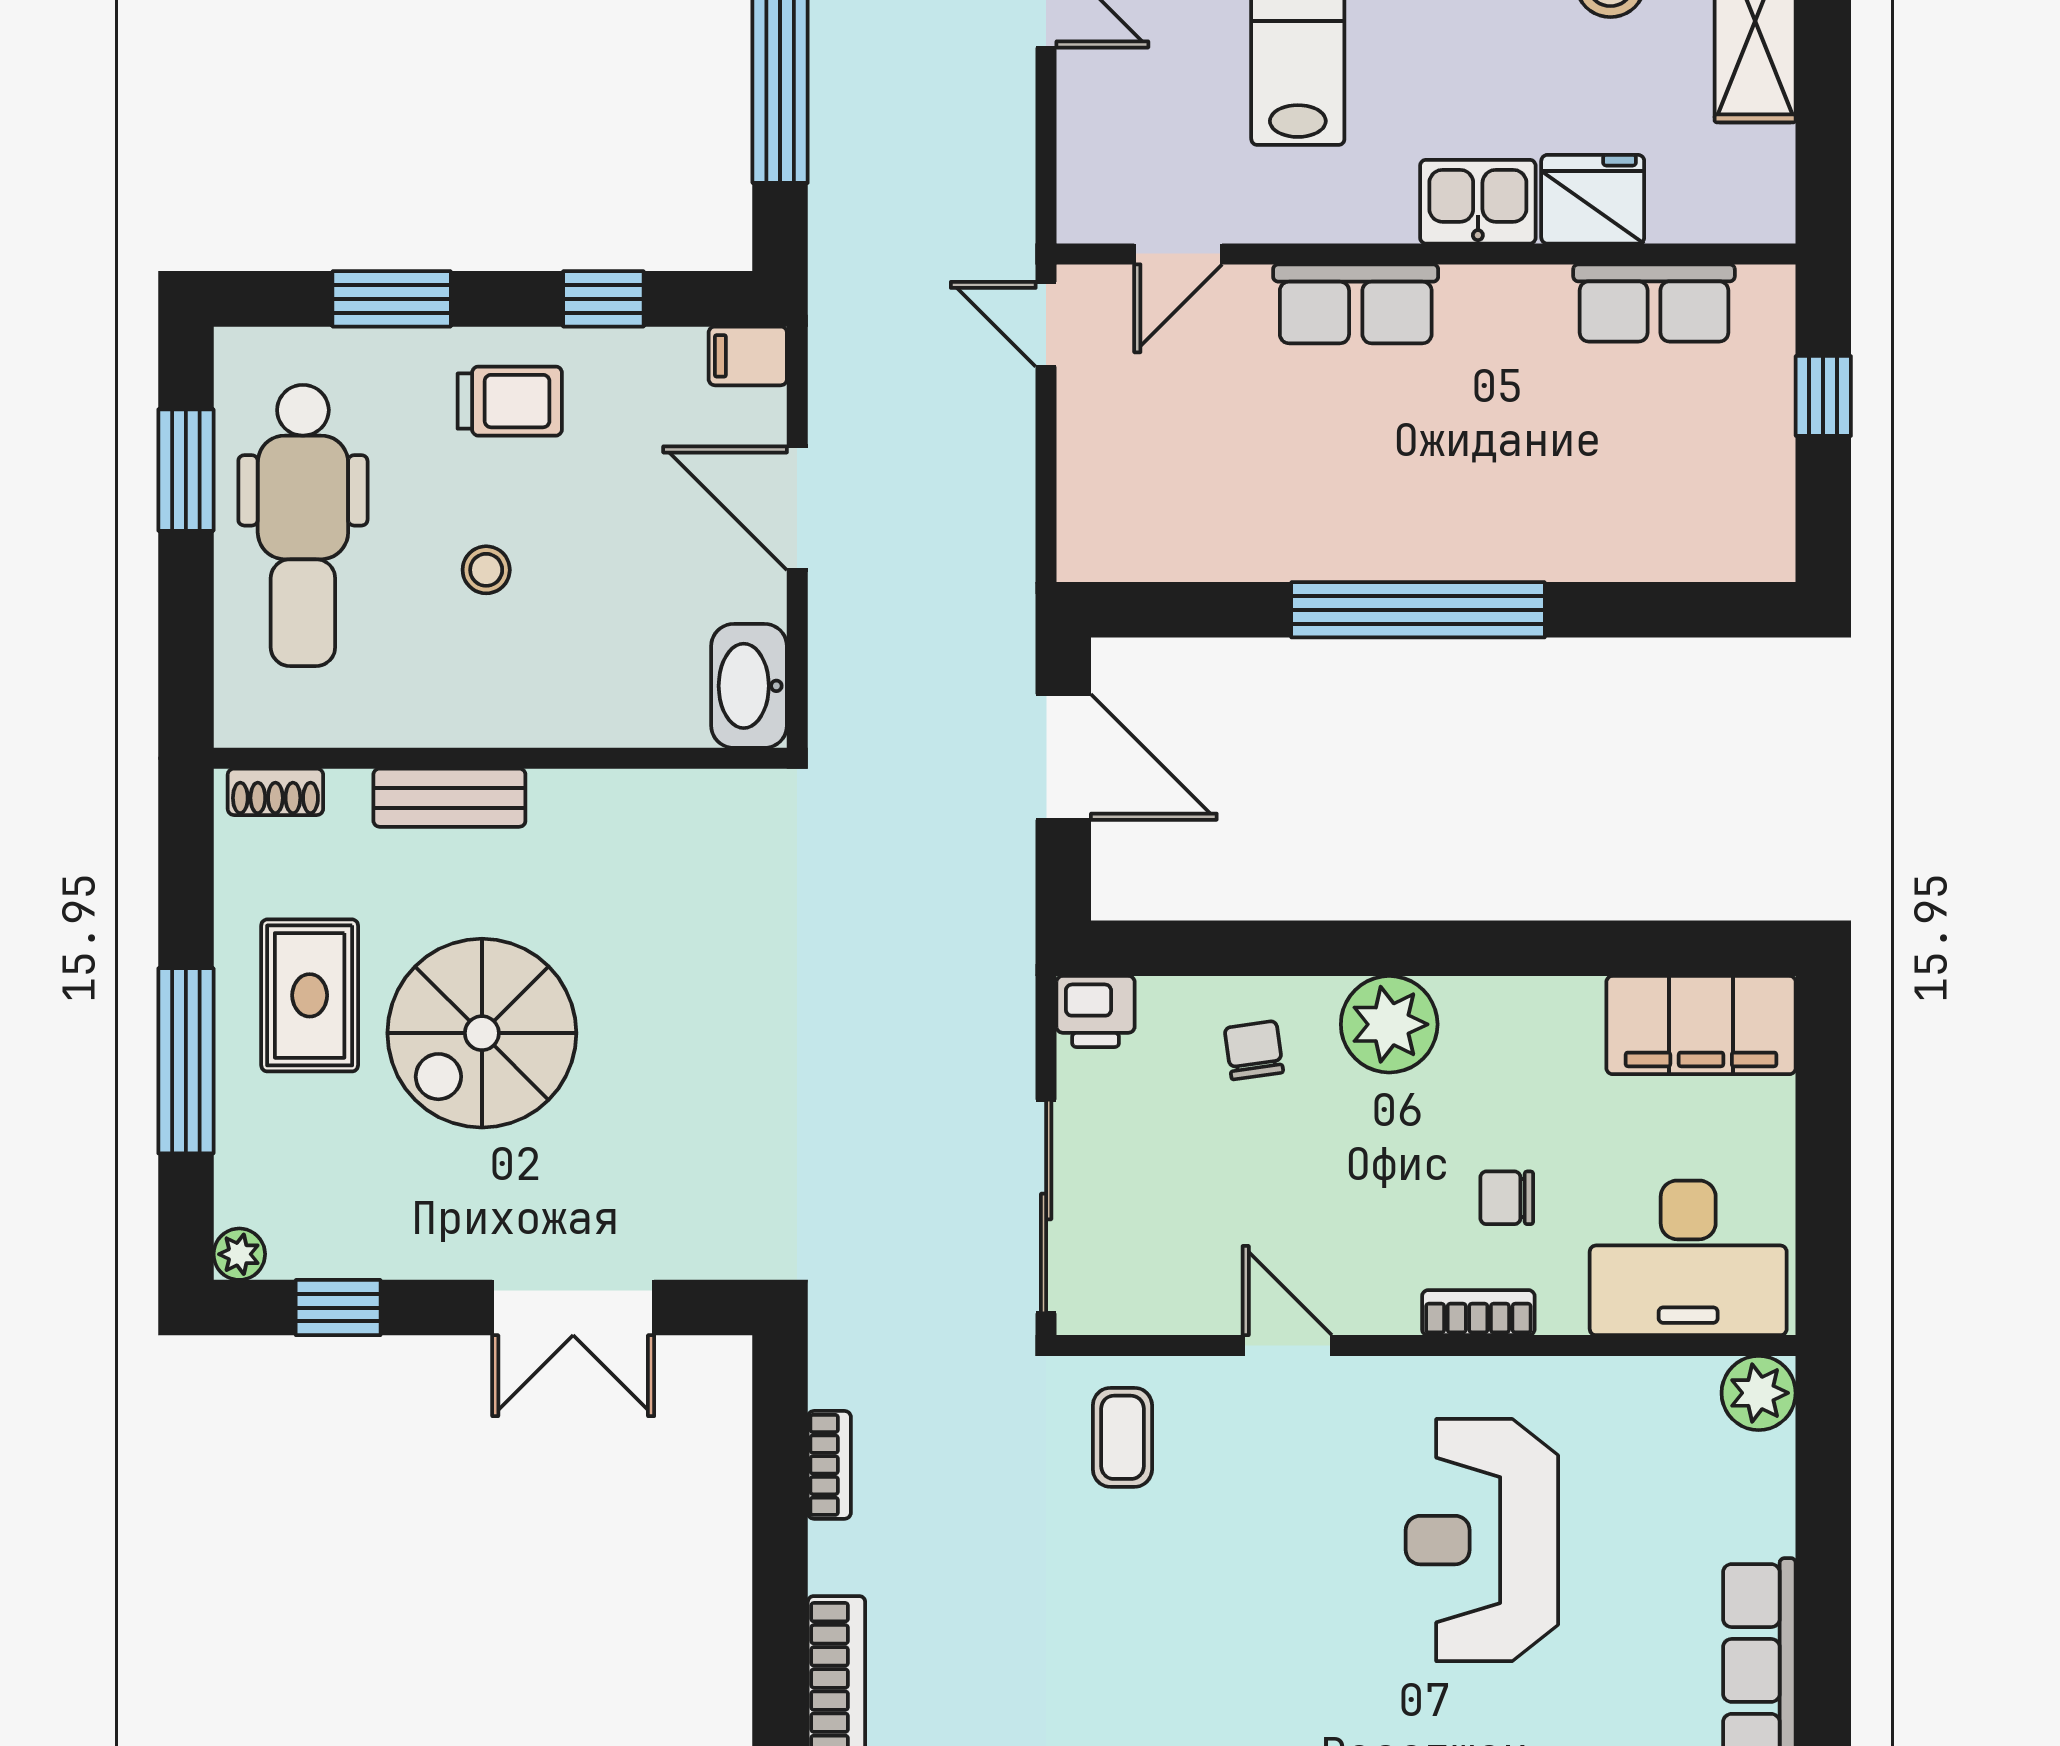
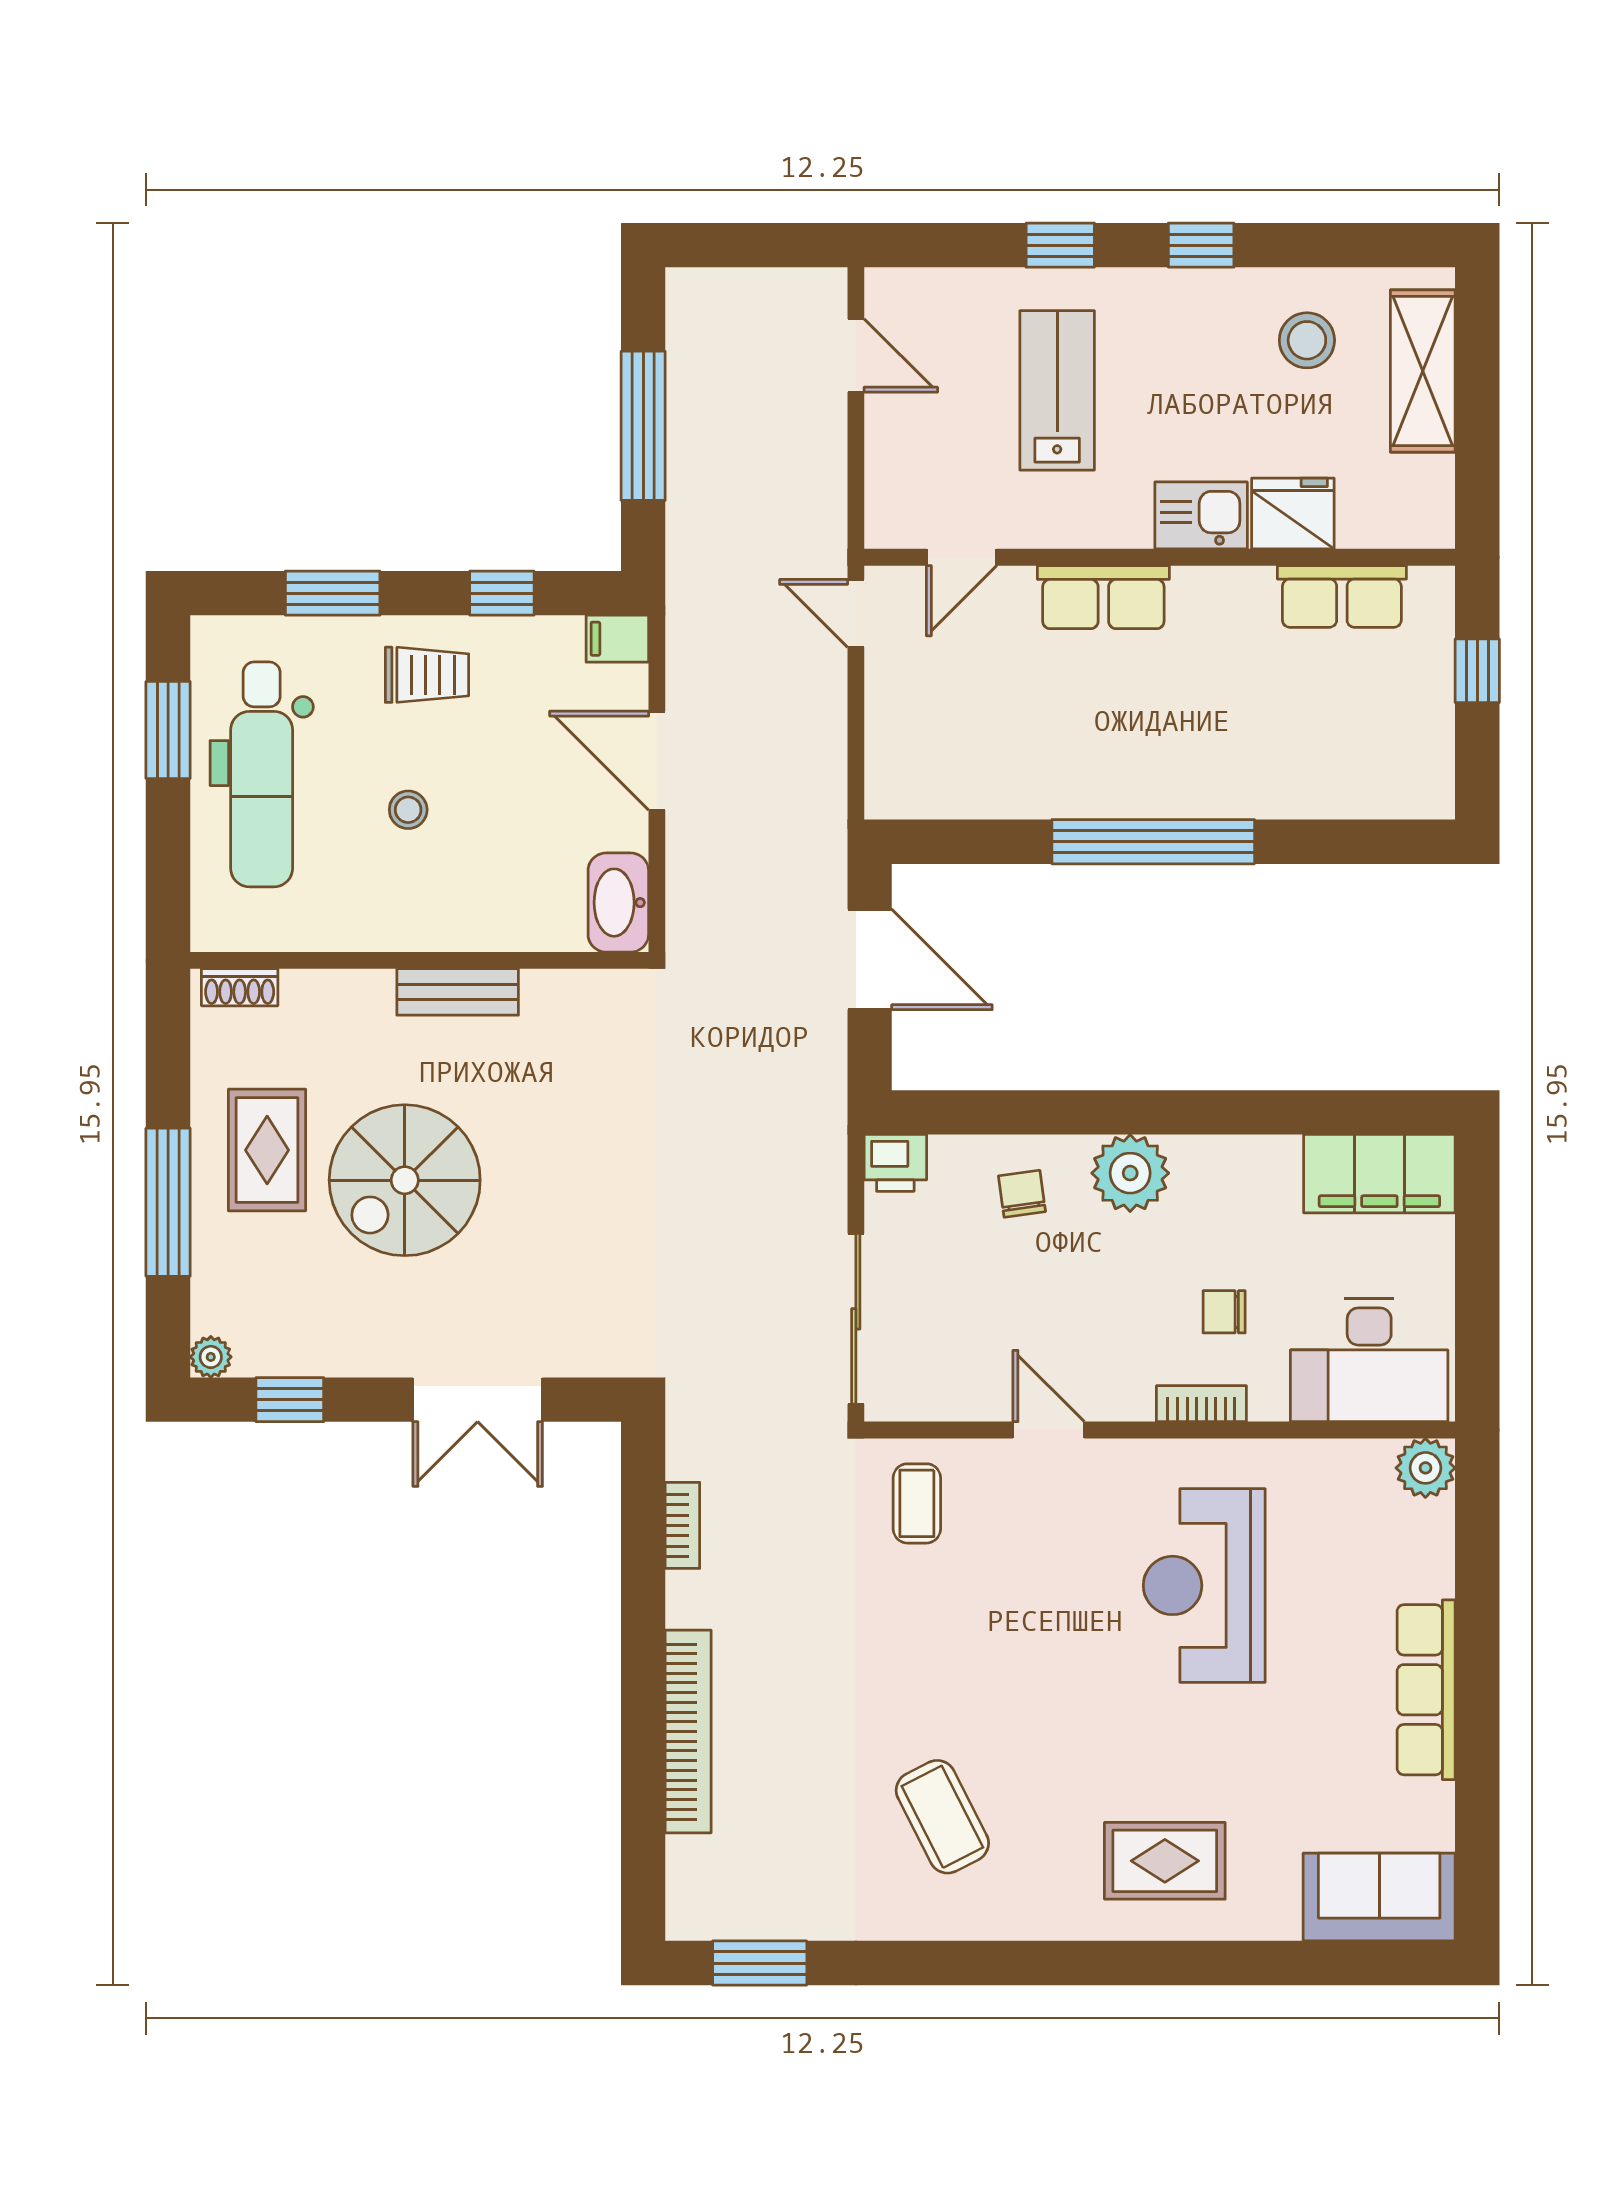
bench: (449, 798) -> (458, 992), moved

